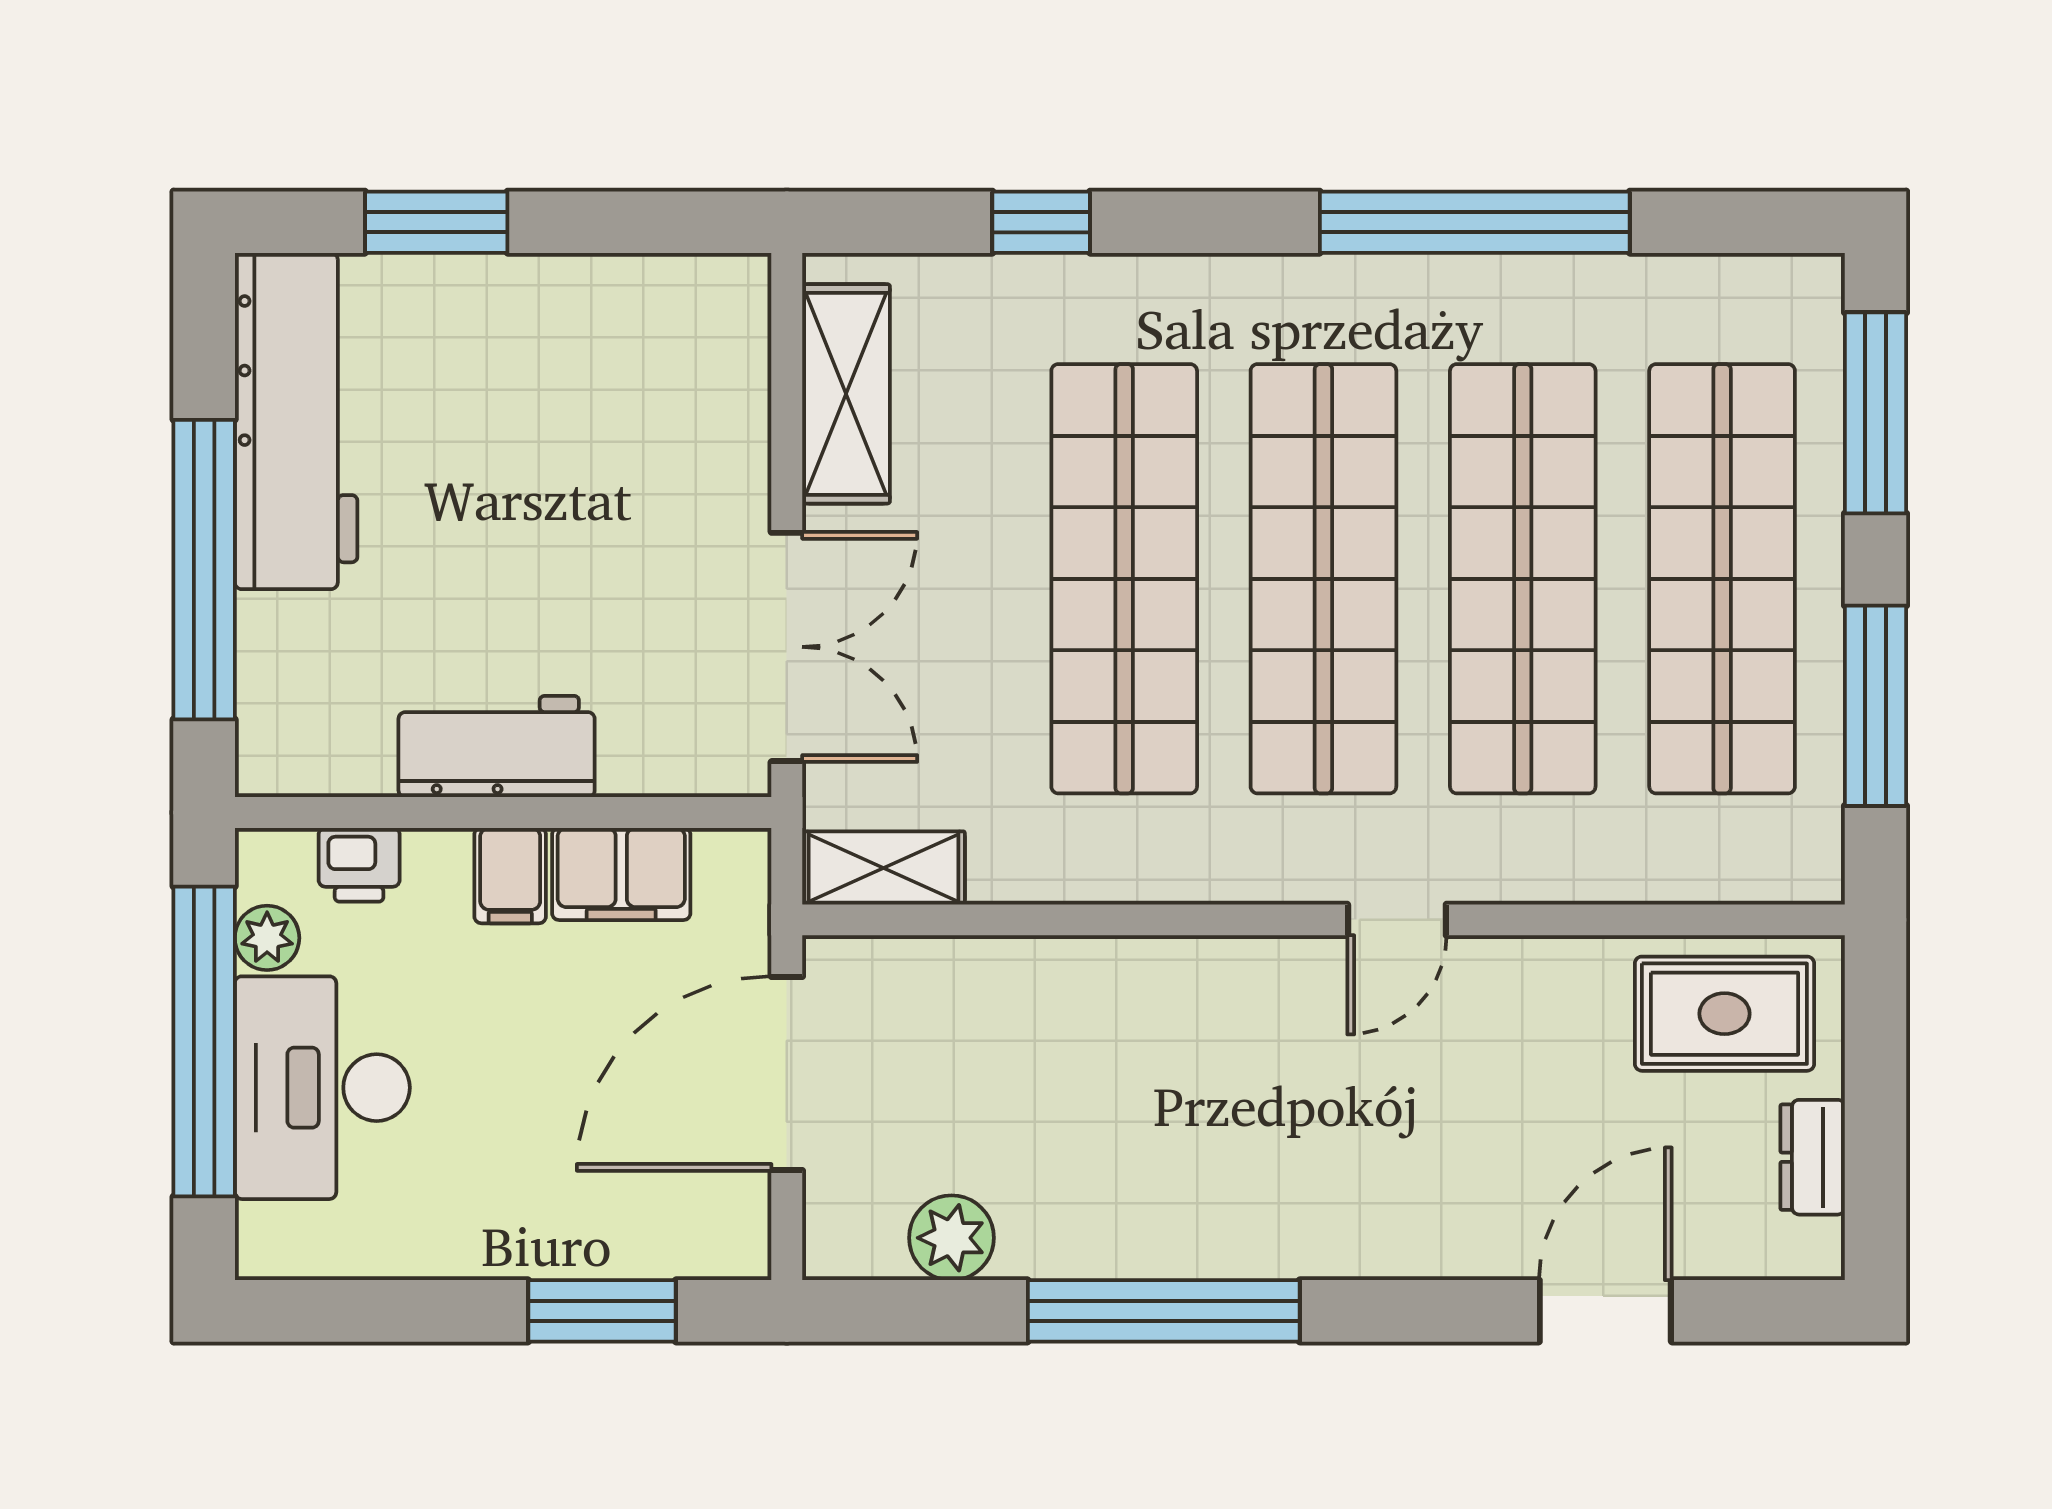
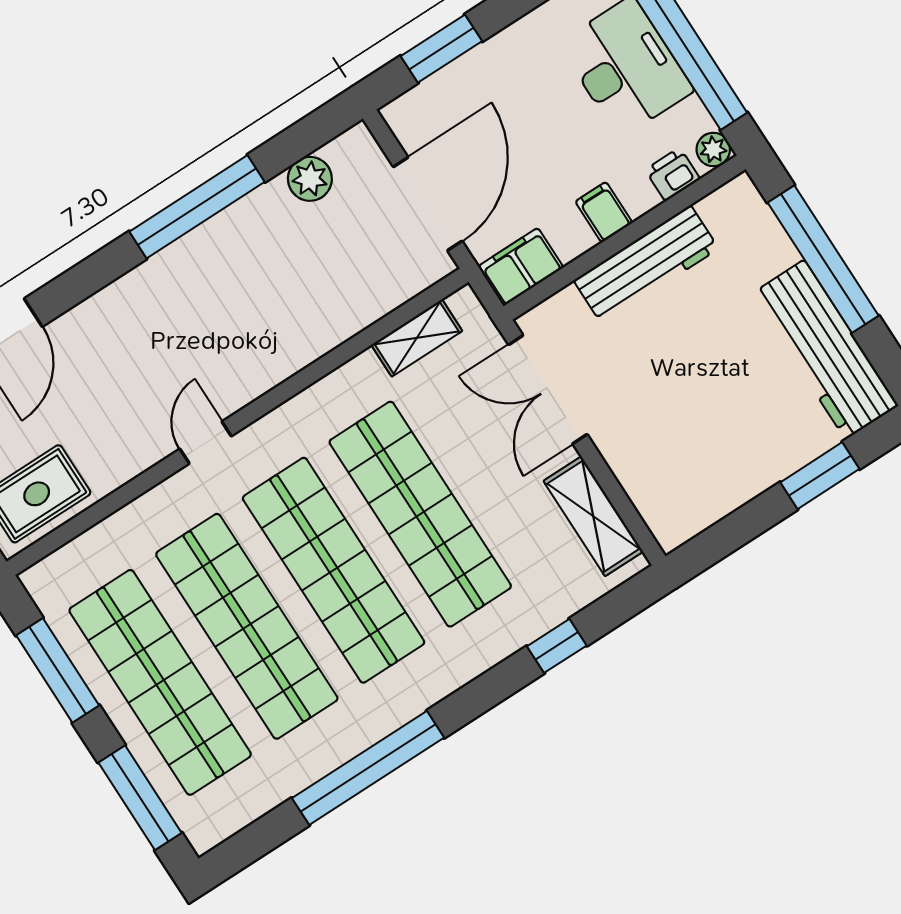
workbench: (497, 747) -> (646, 264), width x1.37
shelving: (884, 868) -> (417, 338), moved
filing cabinet: (621, 874) -> (521, 267), moved
plant: (267, 938) -> (713, 149), moved

